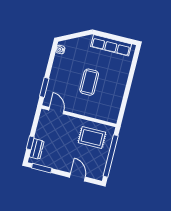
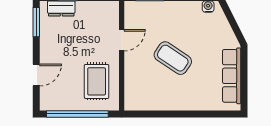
coffee table: (89, 82) -> (173, 58), turned 34
door: (56, 111) -> (122, 40), moved

